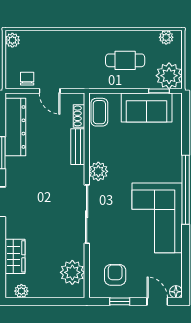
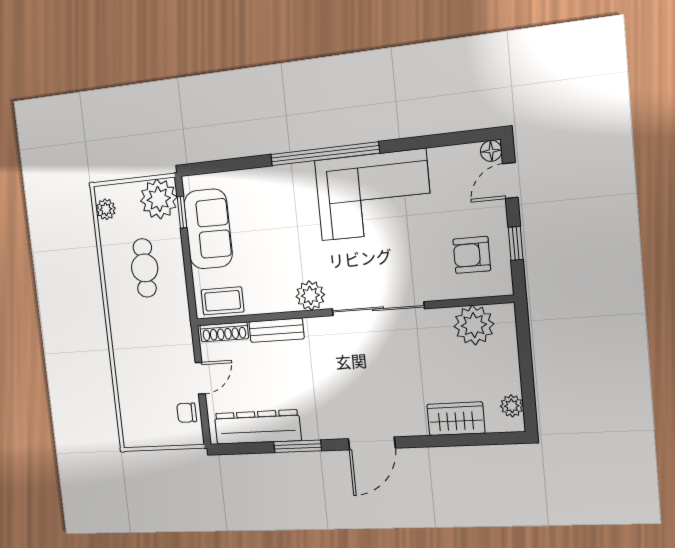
plant: (12, 40) -> (136, 437), removed
shoe rack: (79, 116) -> (224, 332), width x1.43

